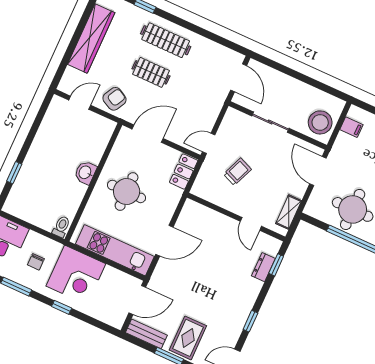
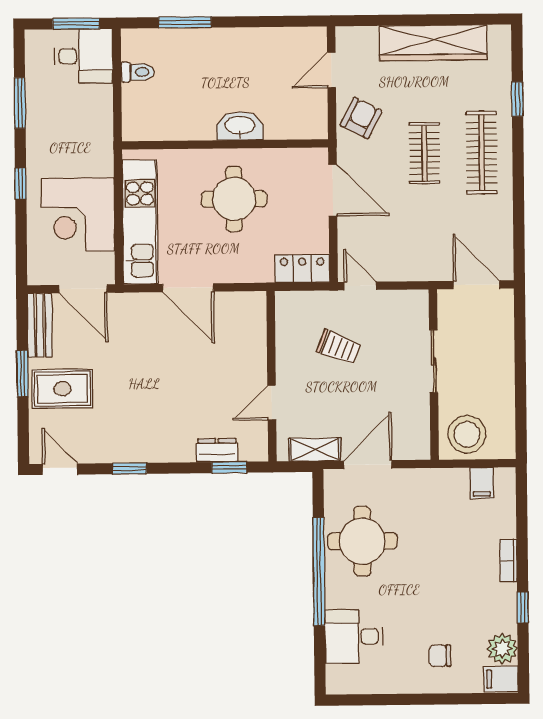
door: (239, 78) -> (476, 285), swing flipped
armchair: (114, 99) -> (361, 118), turned -91
door: (80, 103) -> (332, 70), swing flipped
door: (318, 171) -> (368, 465), moved
window: (14, 173) -> (185, 22), width x1.50
washbasin: (85, 173) -> (240, 126), width x1.38
toilet: (61, 227) -> (138, 72), moved
chair: (36, 262) -> (69, 115), removed
corner desk: (76, 275) -> (78, 215), moved

